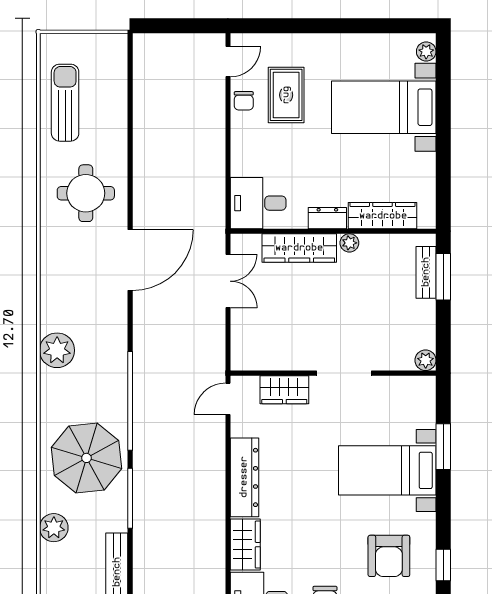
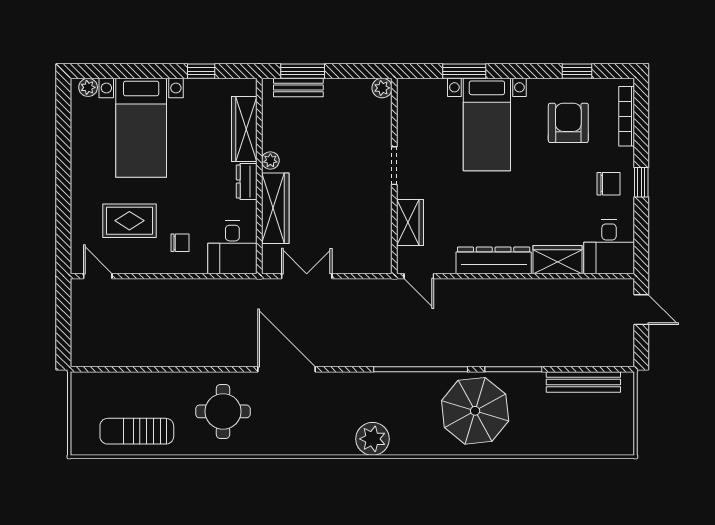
chair: (244, 101) -> (180, 243), moved
window: (443, 170) -> (201, 71), added
doorway: (344, 373) -> (394, 166), width x0.73
plant: (54, 528) -> (541, 442), removed
armchair: (389, 556) -> (568, 123), turned -90

